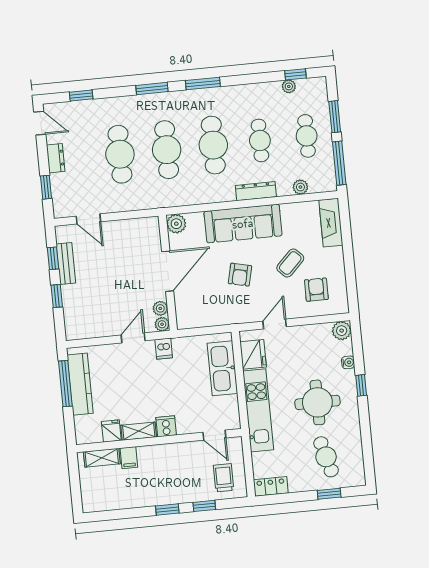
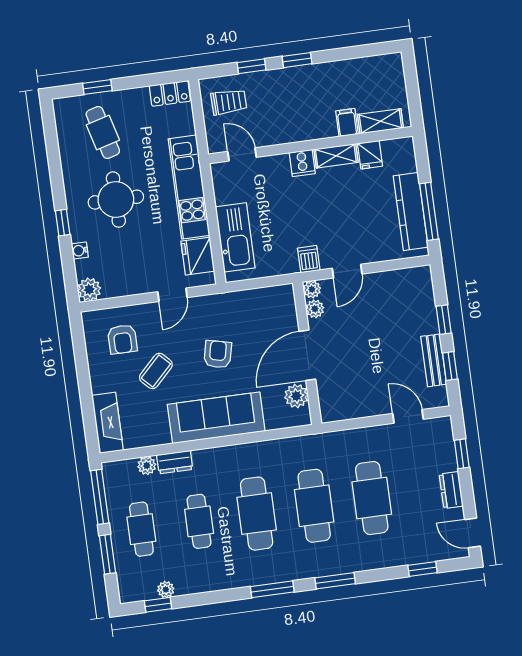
dresser: (256, 191) -> (175, 462), moved, width x0.70
plant: (176, 224) -> (296, 396), moved
trolley: (224, 478) -> (229, 102), turned -91

